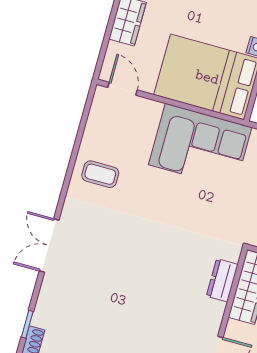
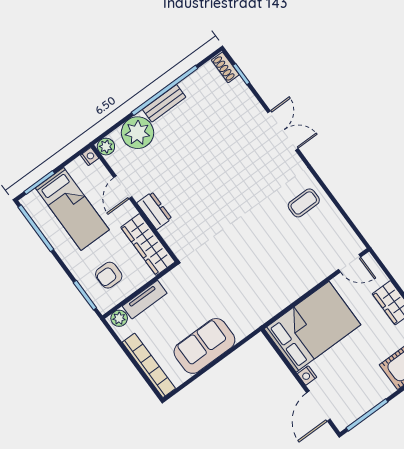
corner sofa: (200, 146) -> (270, 285), removed
dresser: (222, 280) -> (154, 211), moved

